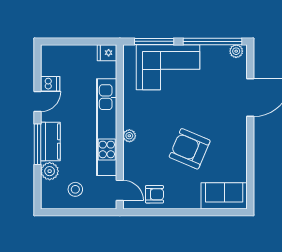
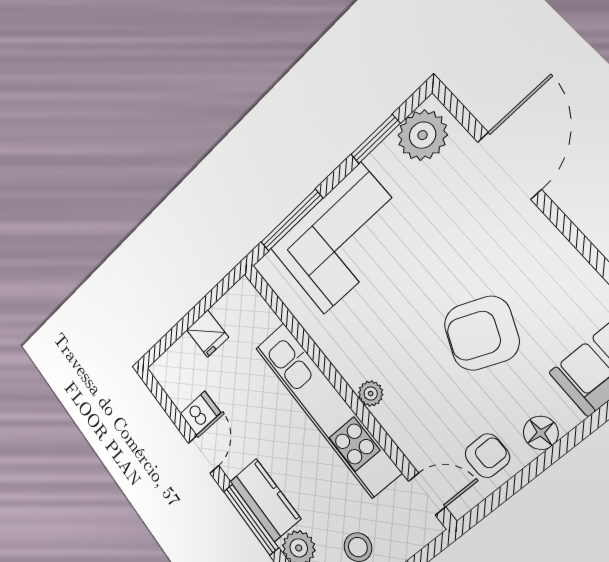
window: (212, 41) -> (375, 139), width x0.47
plant: (236, 51) -> (423, 135), width x1.87, depth x1.87
fridge: (107, 53) -> (208, 333), moved, turned -90
floor lamp: (180, 201) -> (541, 433), added

